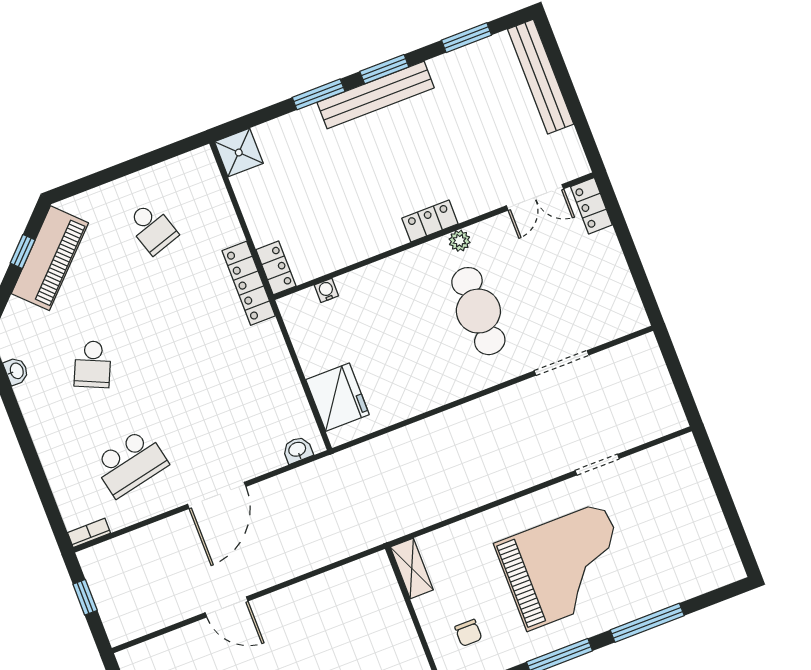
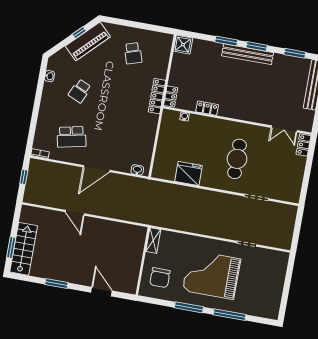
locker: (430, 221) -> (207, 108), moved
plant: (460, 241) -> (246, 128), removed
fridge: (338, 397) -> (189, 173), moved, turned -90
grand piano: (565, 566) -> (212, 275), turned 180
chair: (468, 633) -> (160, 278), width x1.87, depth x1.87

